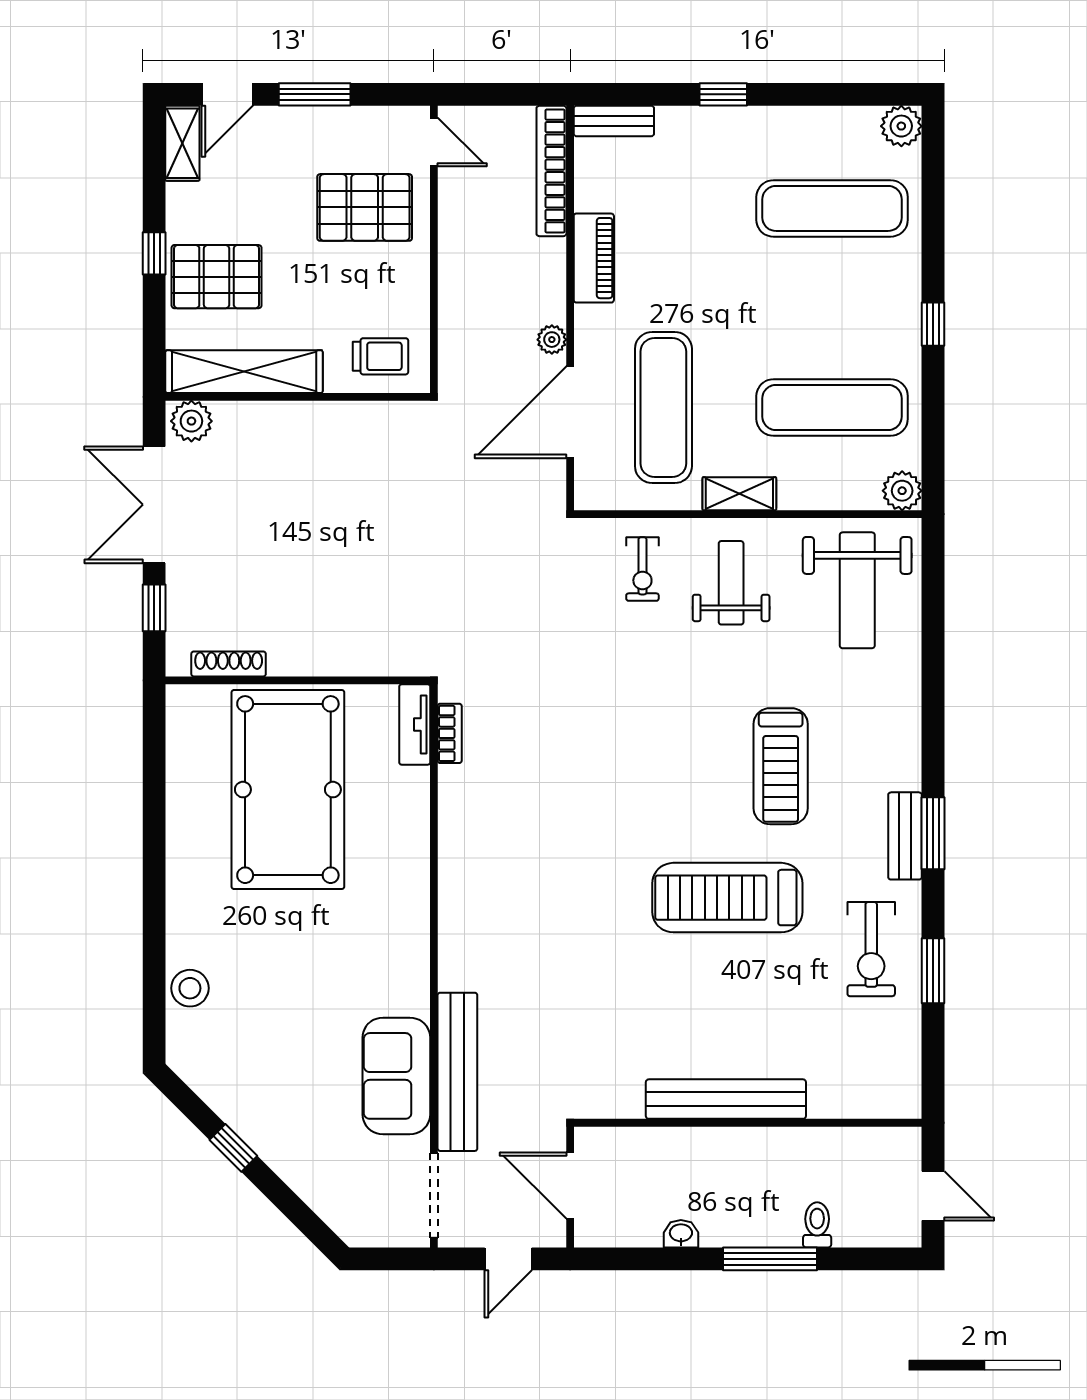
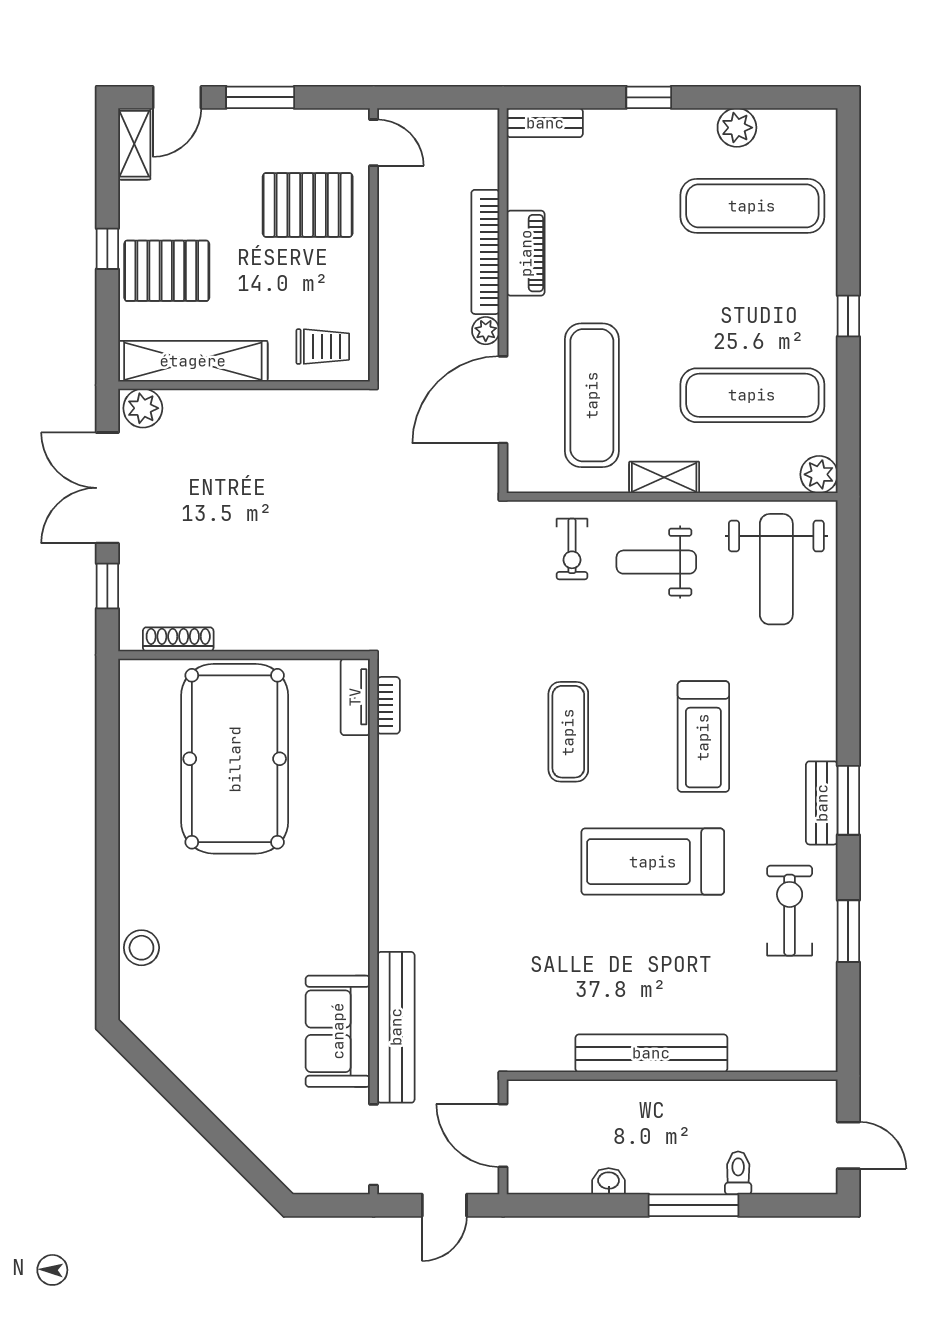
plant: (901, 126) -> (737, 128), moved
bookcase: (551, 171) -> (485, 252), moved
weight bench: (731, 583) -> (656, 562), turned -90
exercise mat: (639, 761) -> (568, 732), added
exercise bike: (871, 949) -> (790, 911), turned 180
window: (233, 1148) -> (183, 1100), removed

